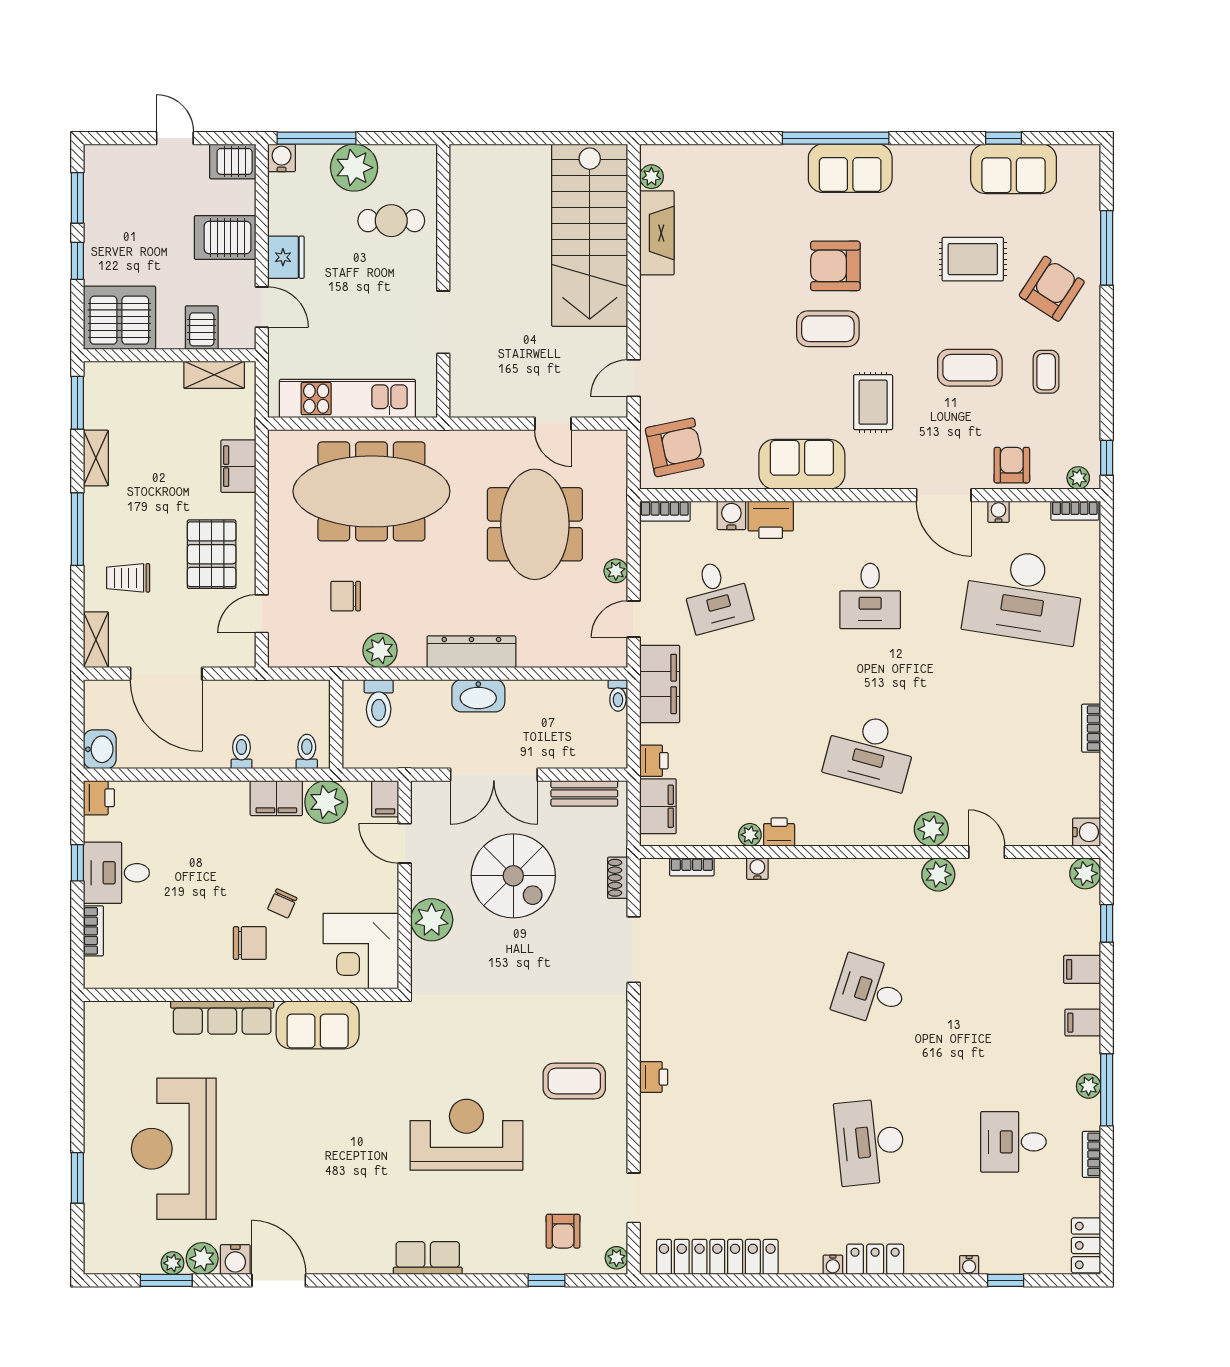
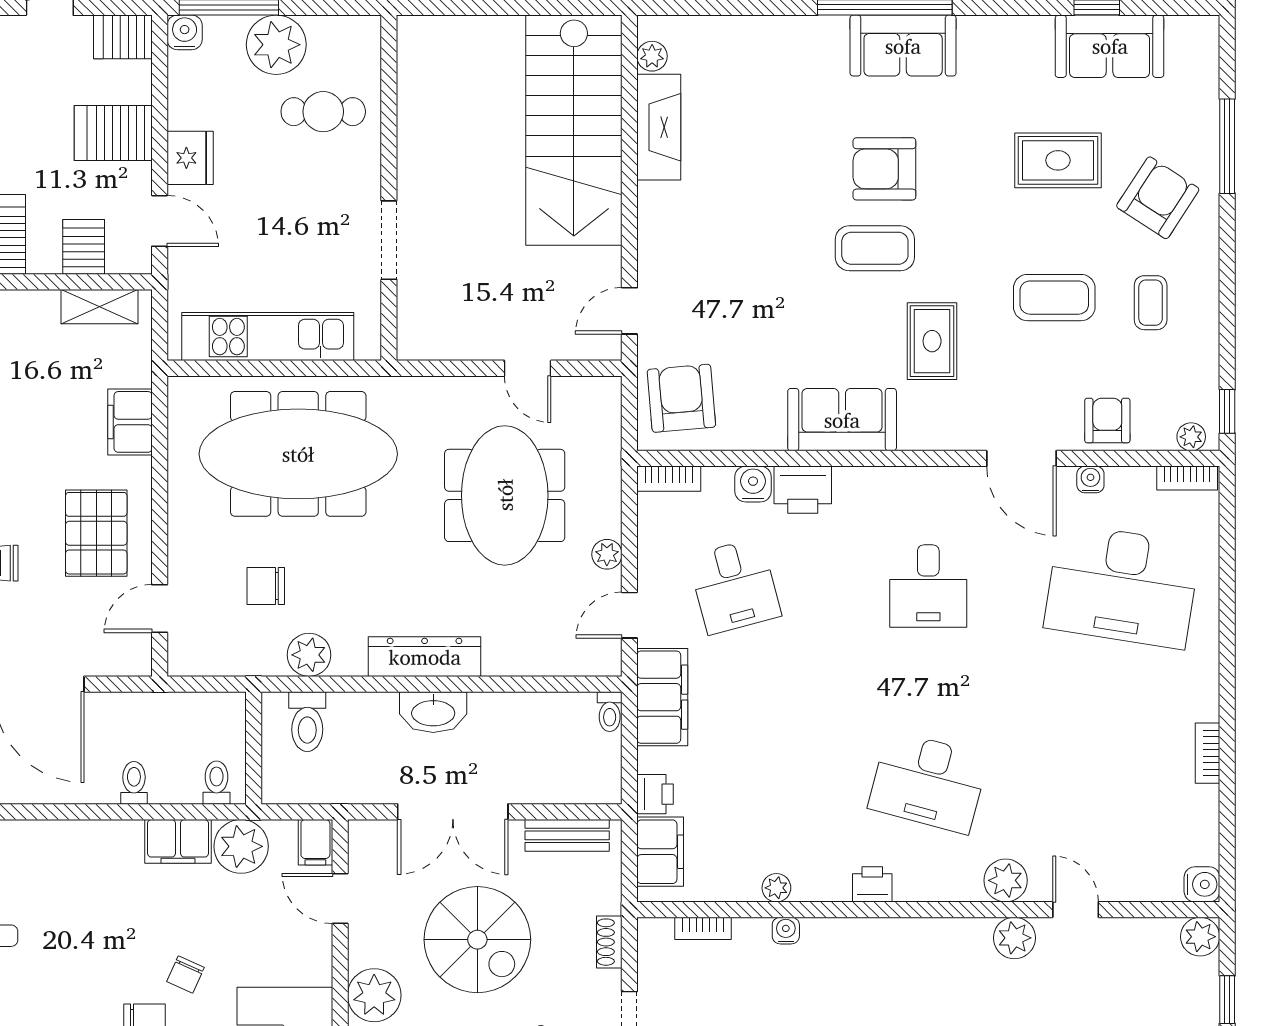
armchair: (675, 447) -> (681, 398), turned -83
printer: (779, 832) -> (872, 884), moved

